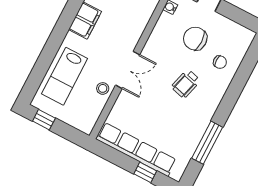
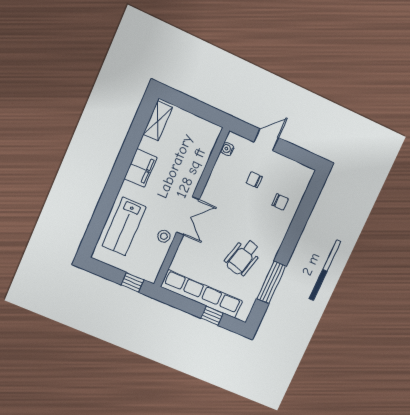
chair: (195, 39) -> (254, 180), width x0.54, depth x0.54
wheelchair: (186, 84) -> (243, 257), moved, width x1.36, depth x1.37
window: (44, 120) -> (132, 282), moved

